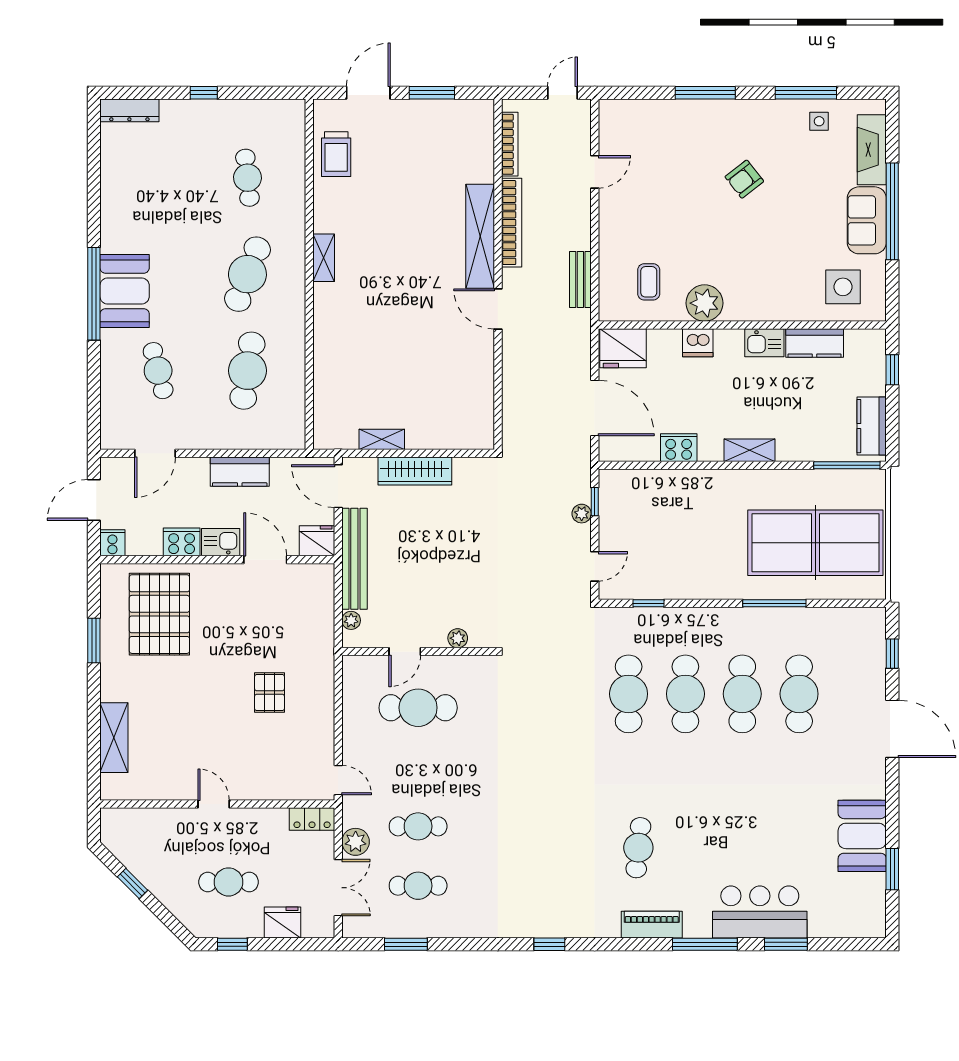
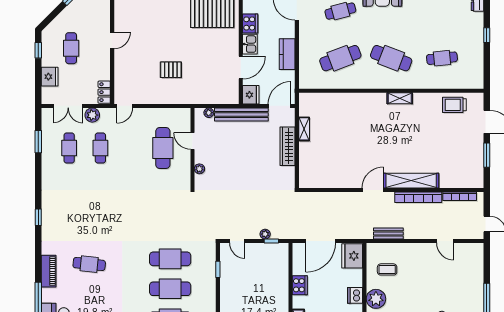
cafe table: (247, 371) -> (340, 58), turned -30

